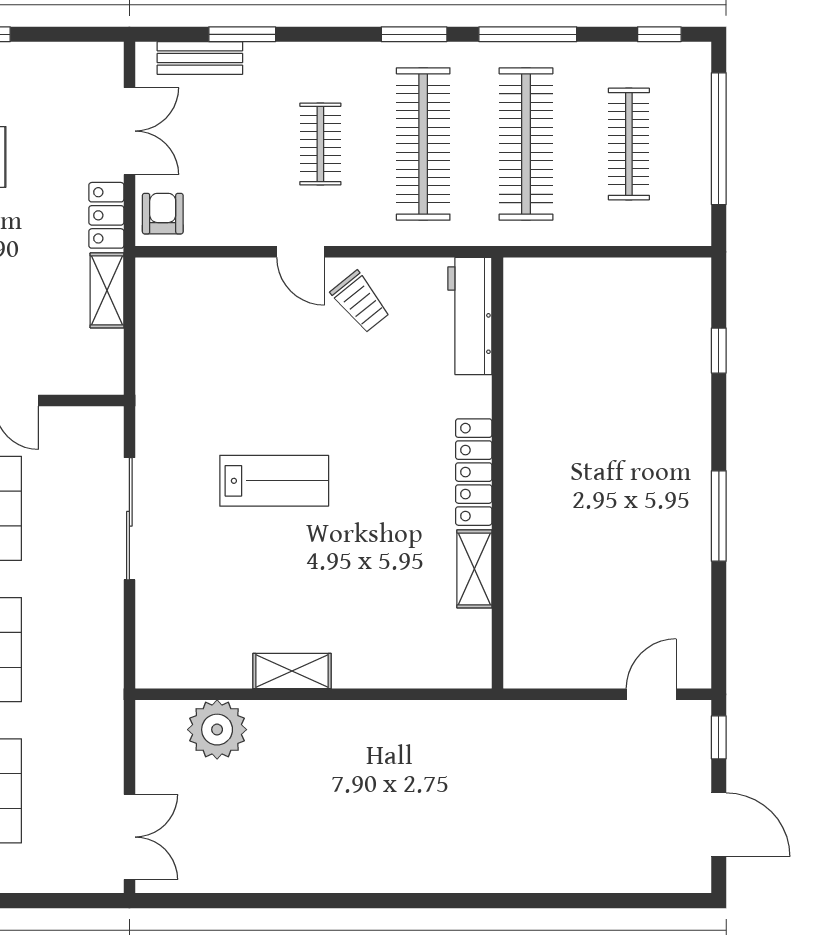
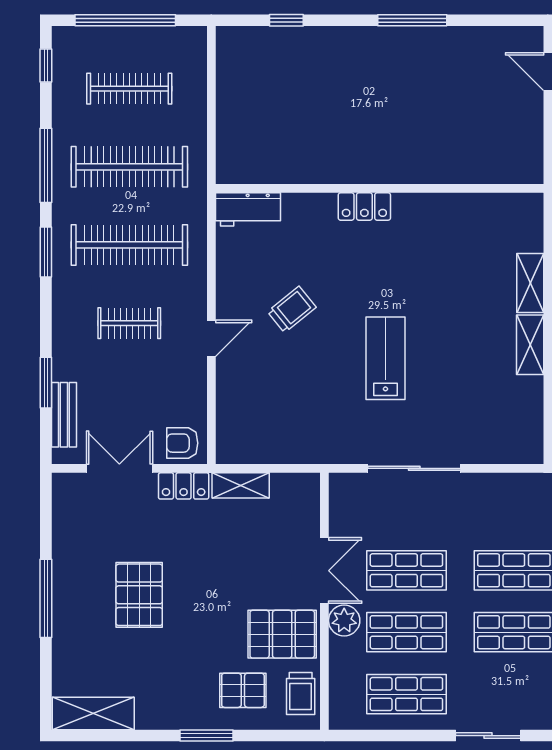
trolley: (360, 302) -> (292, 309), moved
workbench: (470, 316) -> (248, 209), width x0.73
locker: (474, 472) -> (364, 206), width x0.66
shelving: (474, 569) -> (530, 283), moved, turned 90

